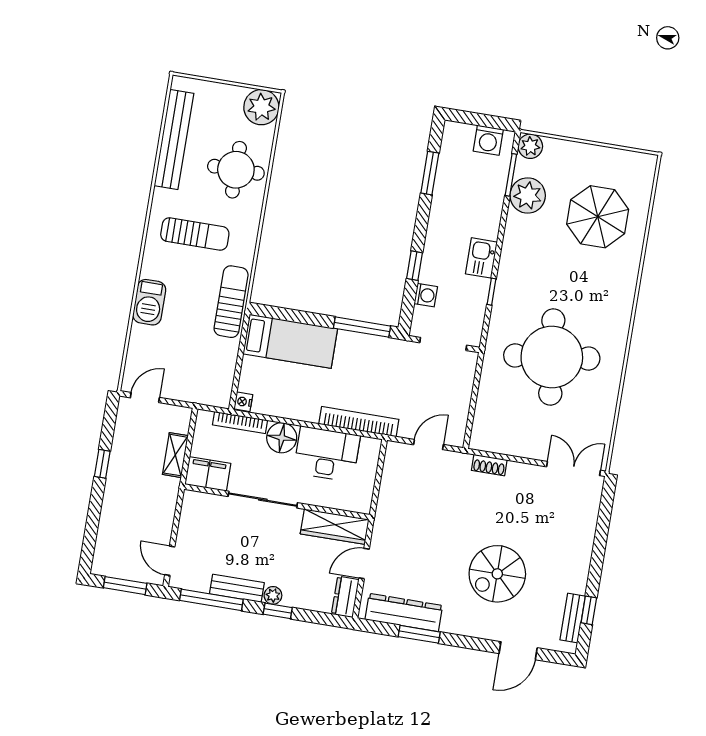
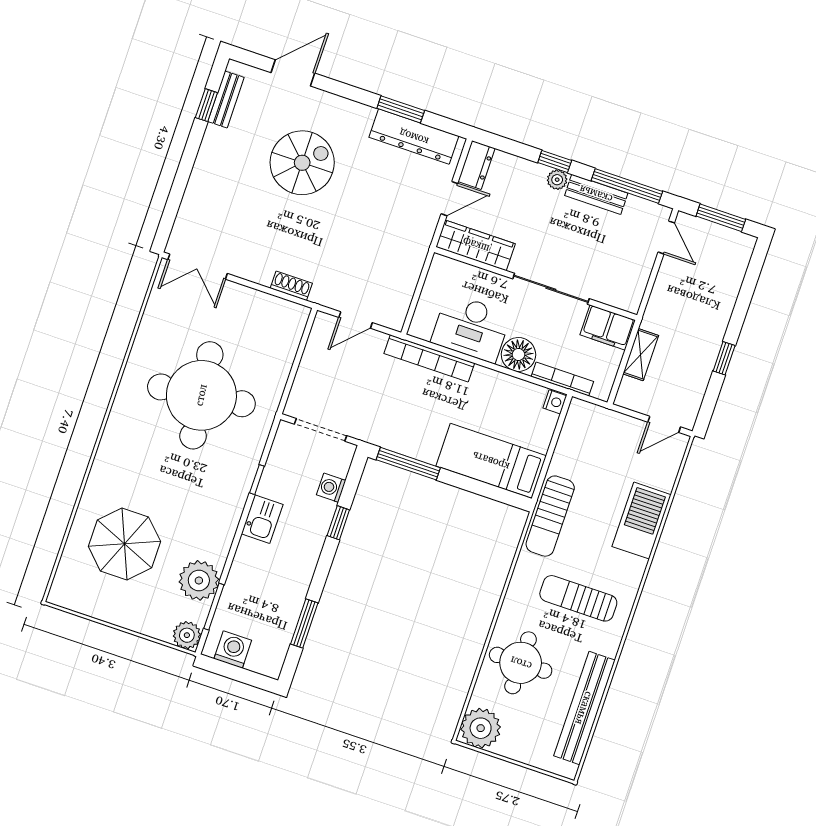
barbecue: (149, 302) -> (642, 521), width x1.37, depth x1.21

